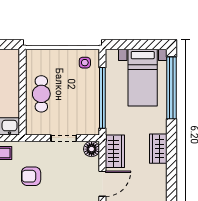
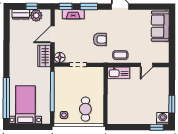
cafe table: (41, 94) -> (85, 109), moved
wardrobe: (158, 149) -> (15, 58), removed

